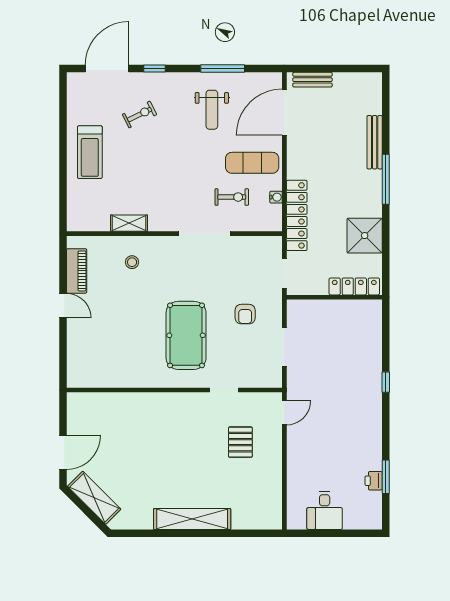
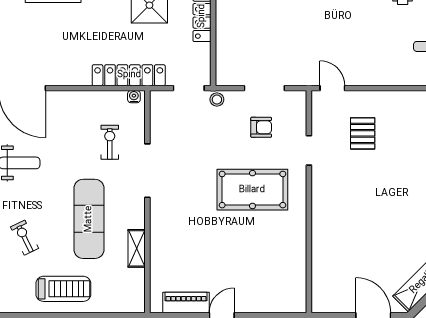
exercise mat: (252, 163) -> (89, 219), moved, width x1.36, depth x1.45
water cooler: (276, 197) -> (134, 97), moved
stool: (132, 262) -> (217, 100), moved
armchair: (245, 314) -> (261, 127), moved
pallet: (240, 442) -> (363, 133), turned 90

